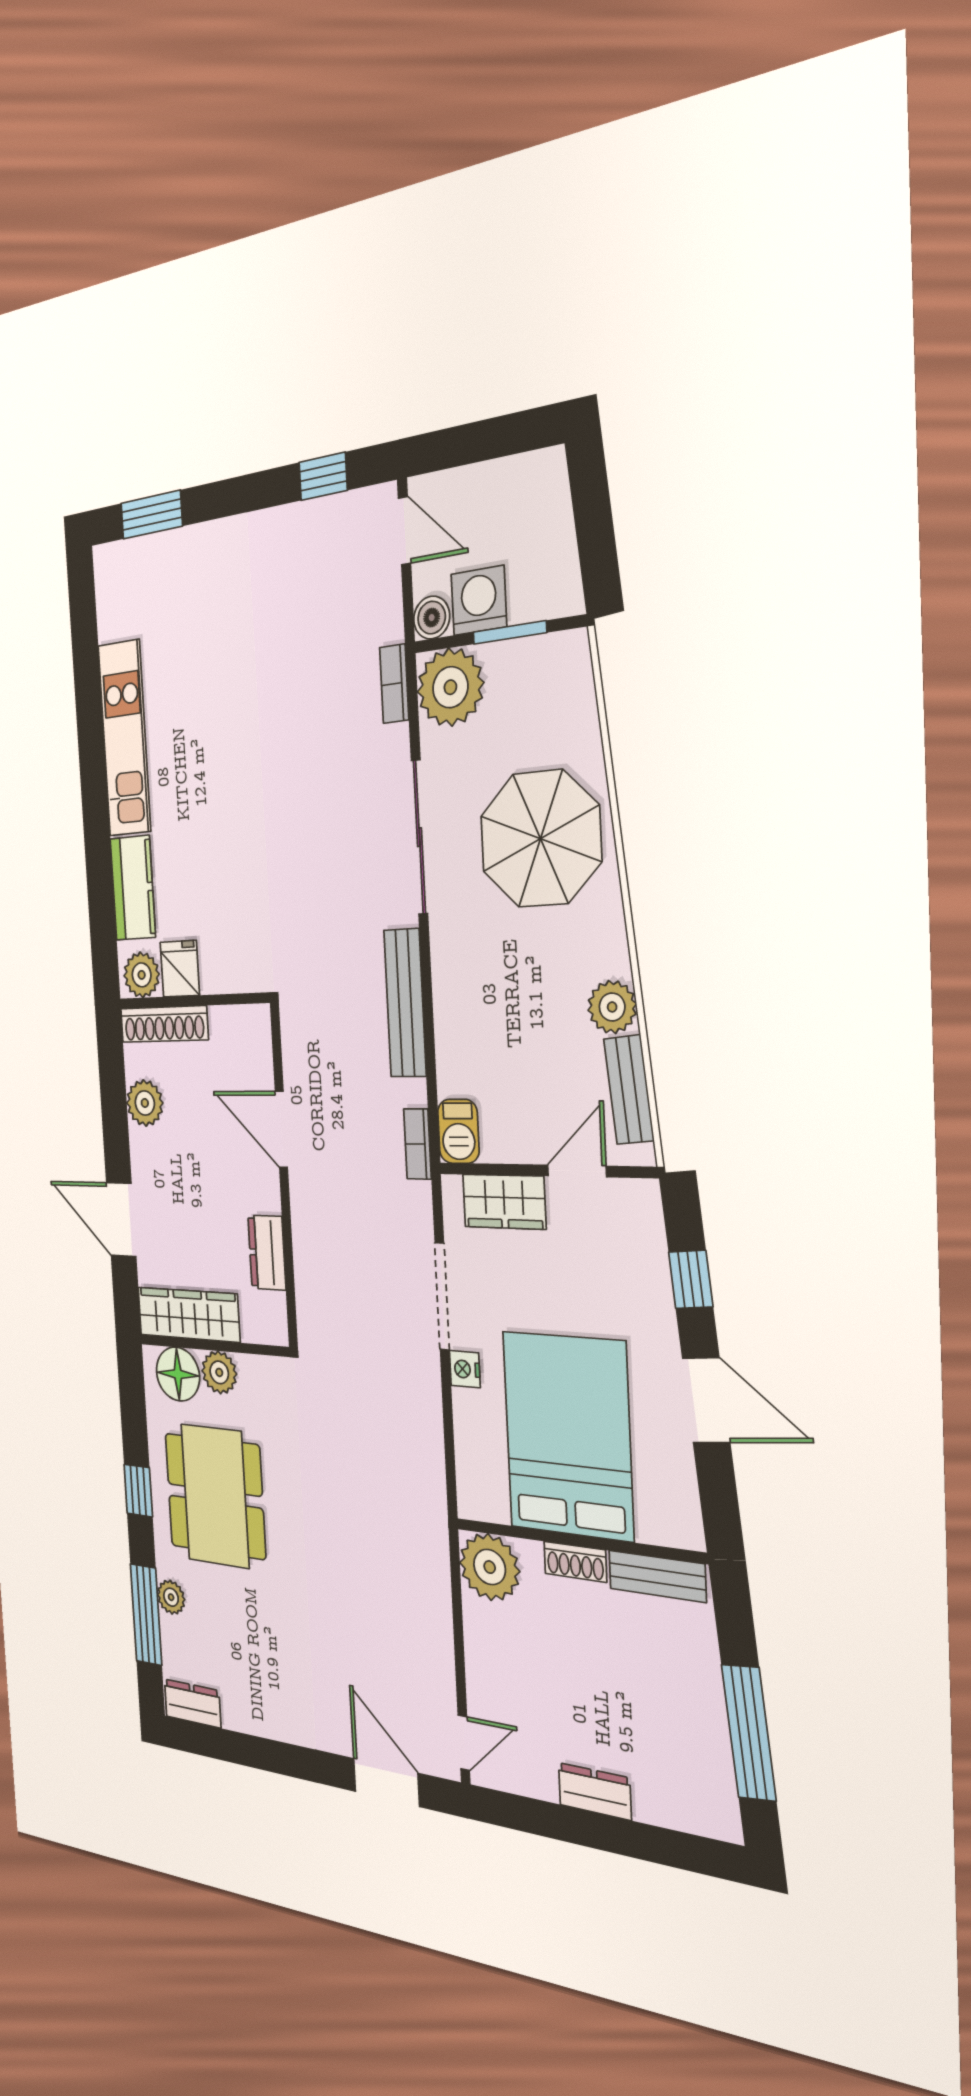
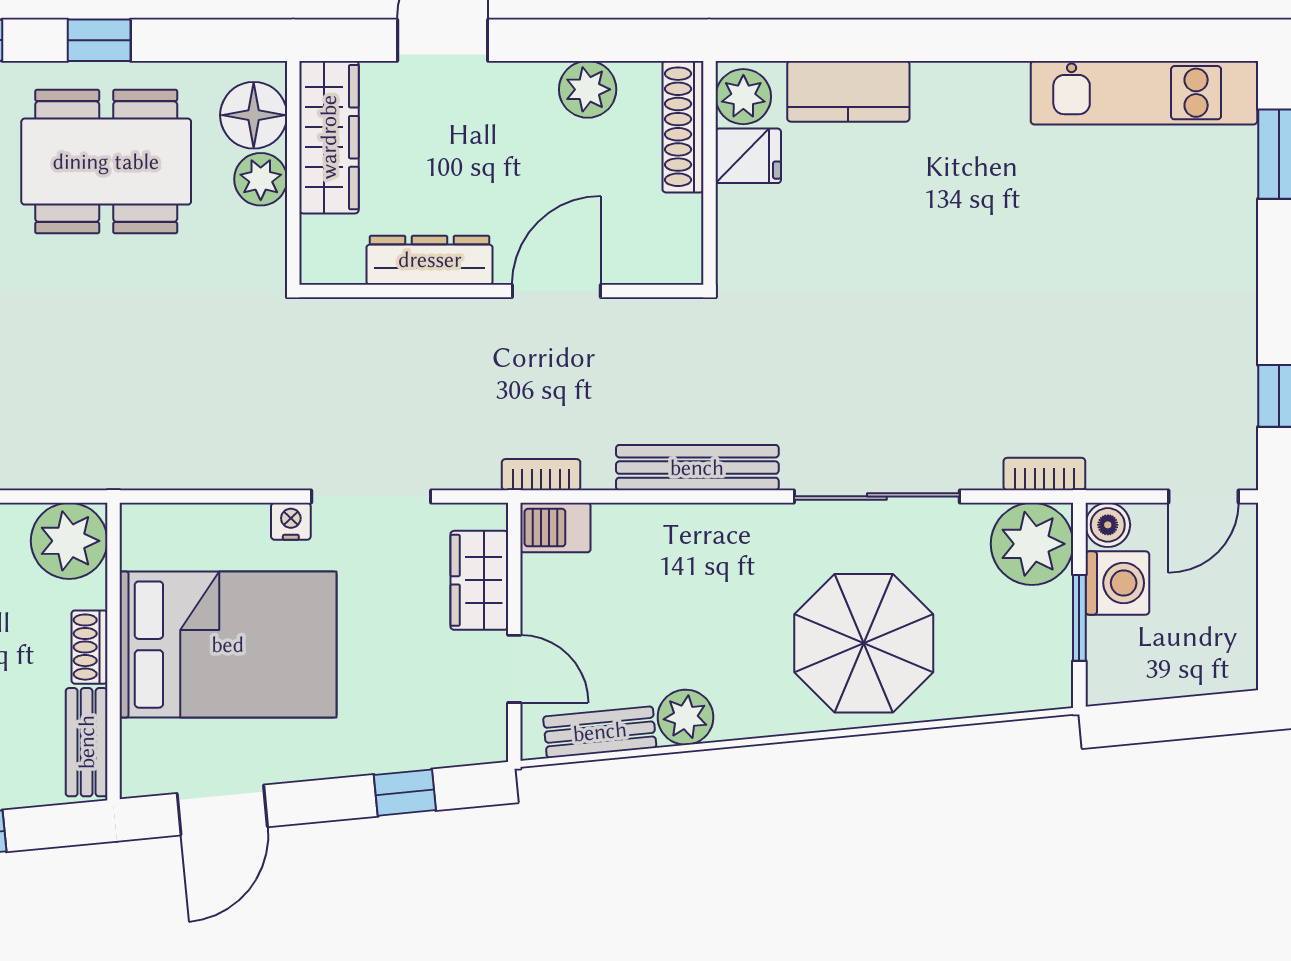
kitchen unit: (124, 738) -> (1144, 93), moved
dresser: (267, 1253) -> (430, 260), width x1.44
door: (706, 1400) -> (222, 810), moved

